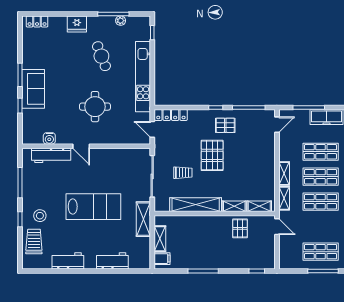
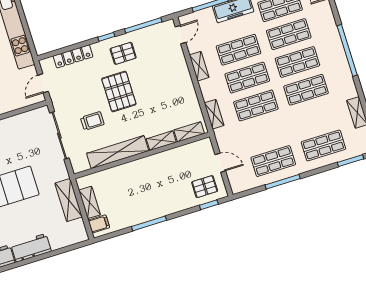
locker: (171, 115) -> (73, 56), moved
door: (152, 129) -> (43, 83), hinge flipped
shelving: (284, 174) -> (199, 66), moved
shelving: (143, 219) -> (69, 200), moved
door: (277, 227) -> (220, 163), moved
pallet: (240, 228) -> (205, 187), moved, turned 90
workbench: (112, 261) -> (31, 248), moved

